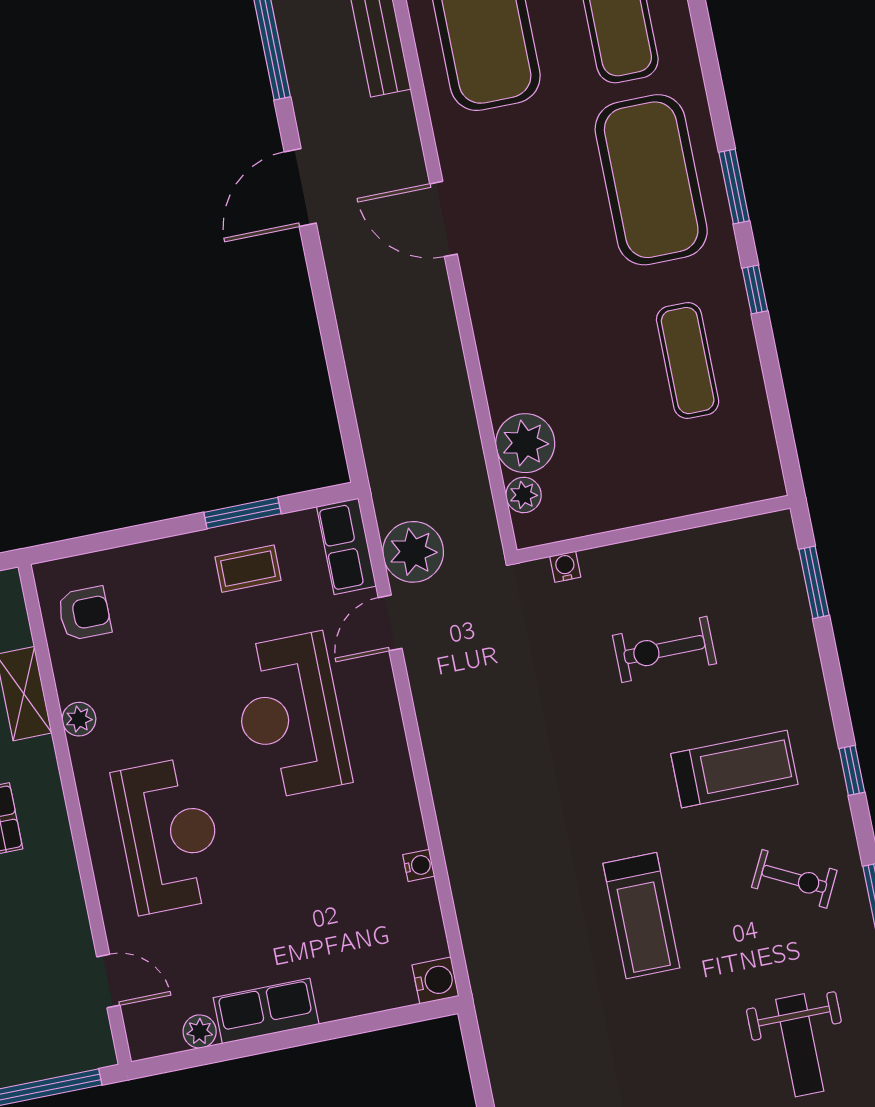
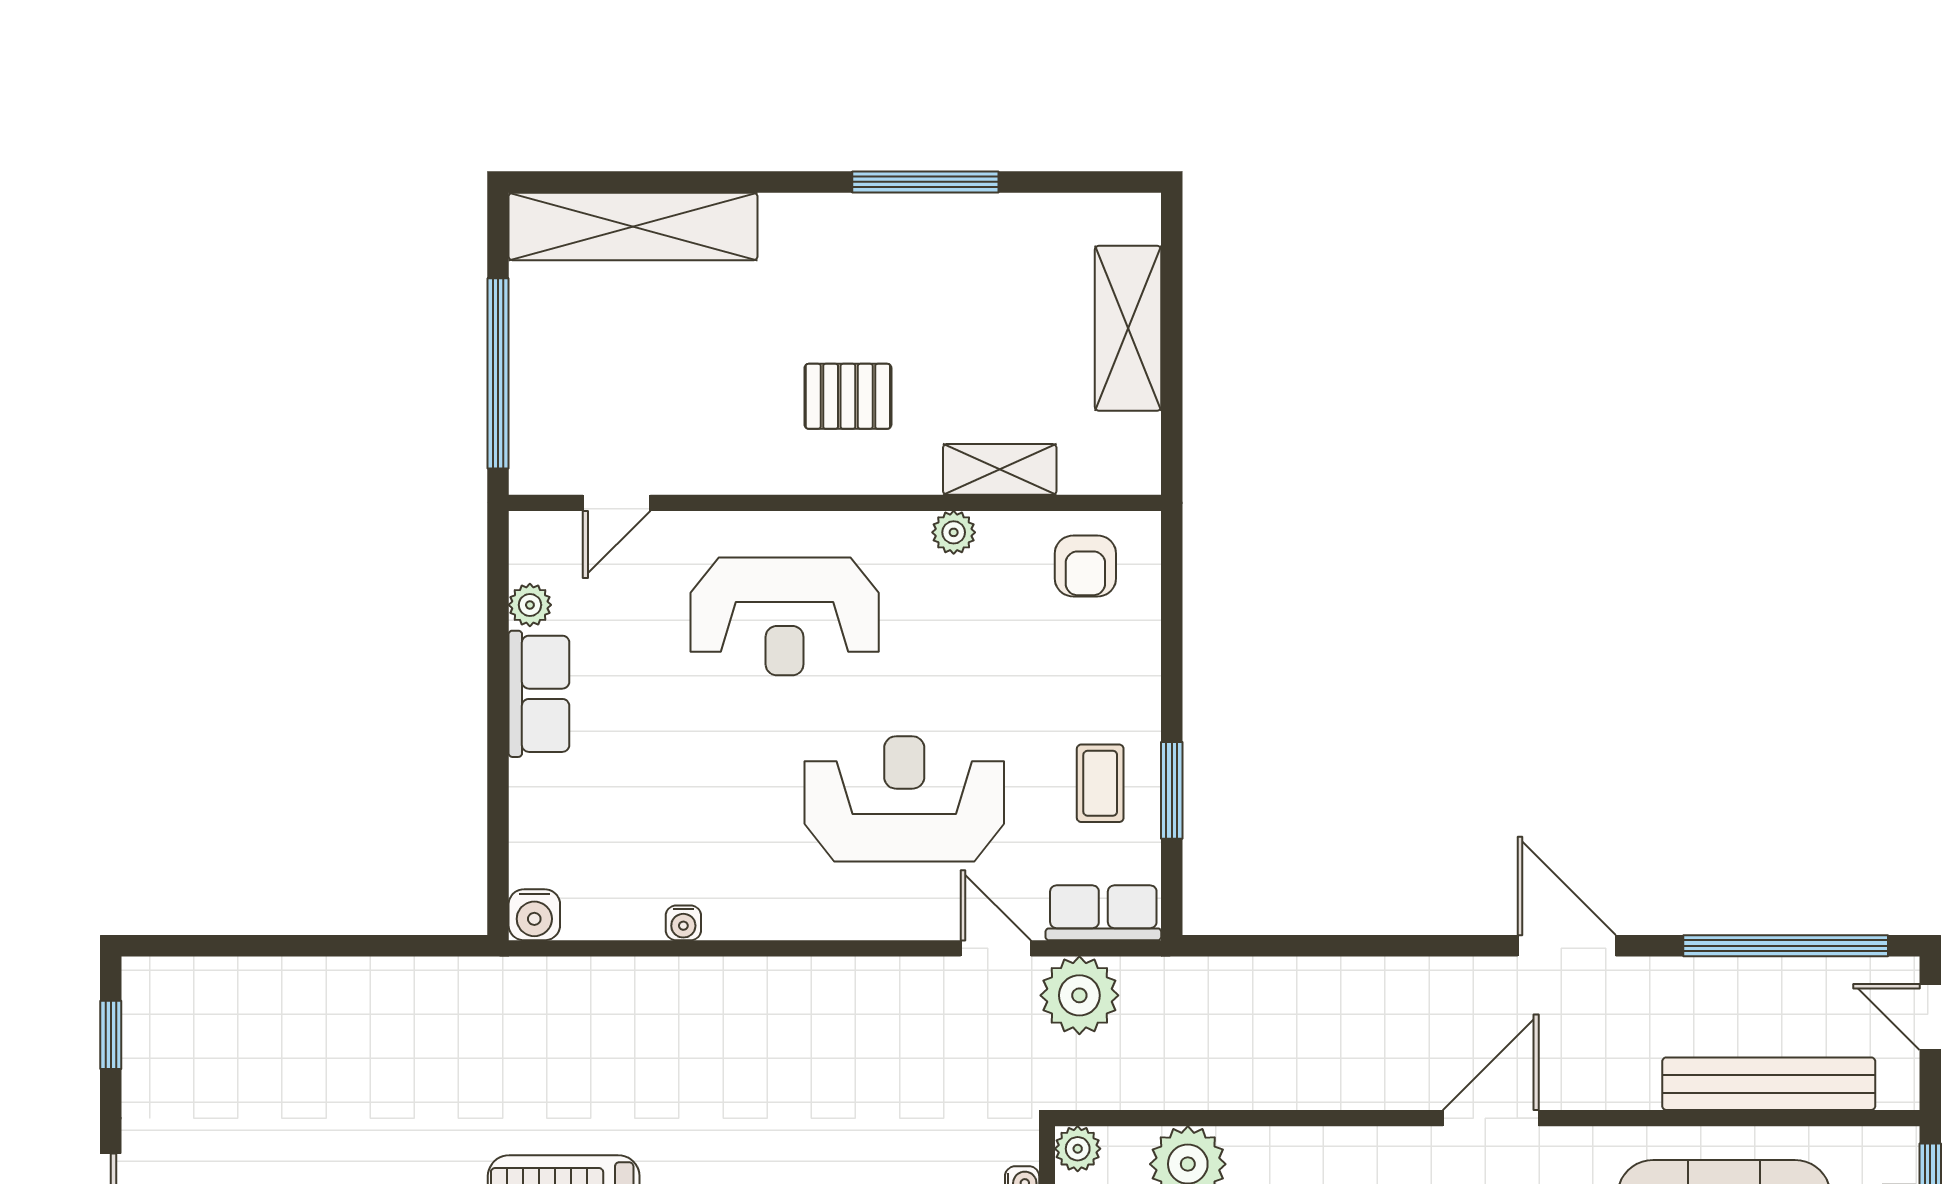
plant: (524, 495) -> (1078, 1149), moved

